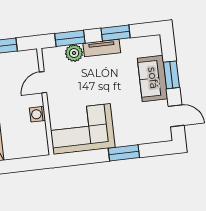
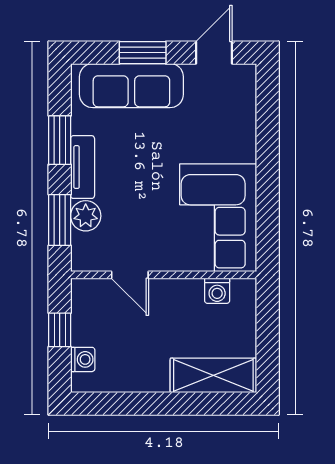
sofa: (153, 78) -> (131, 86), width x1.36
washing machine: (38, 114) -> (217, 291), moved
window: (124, 153) -> (268, 150), removed

